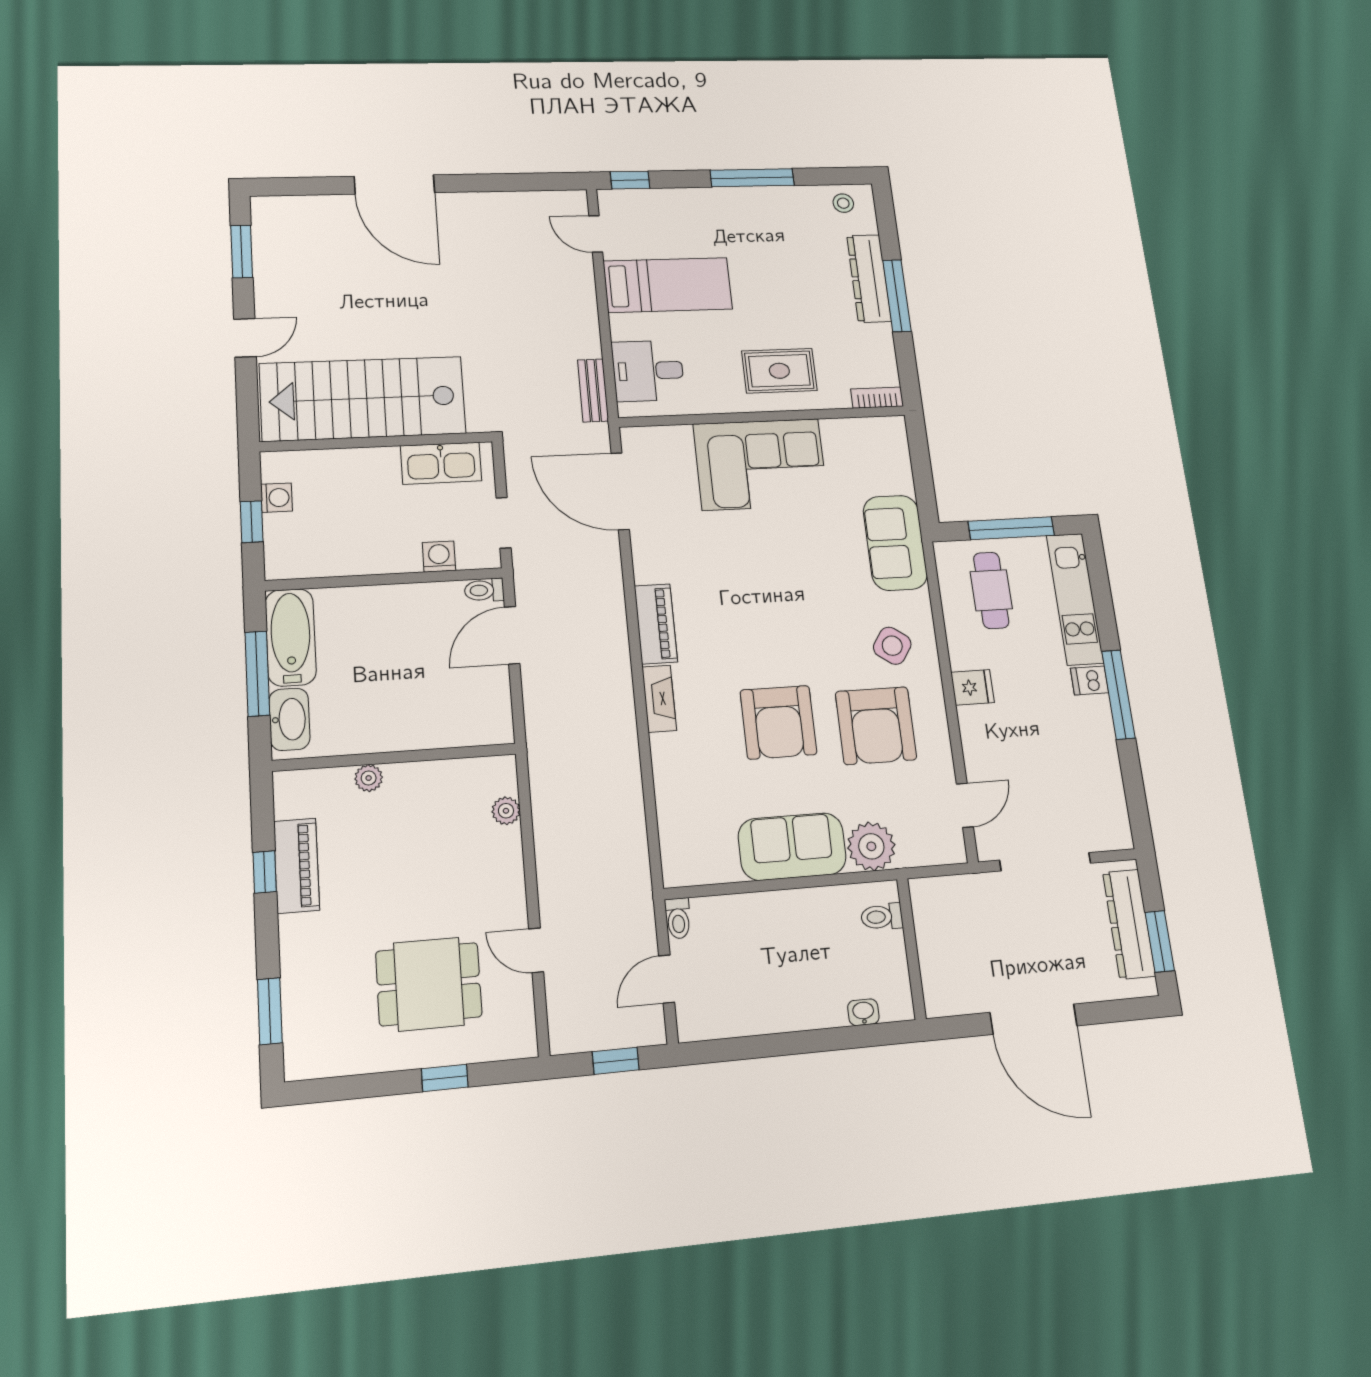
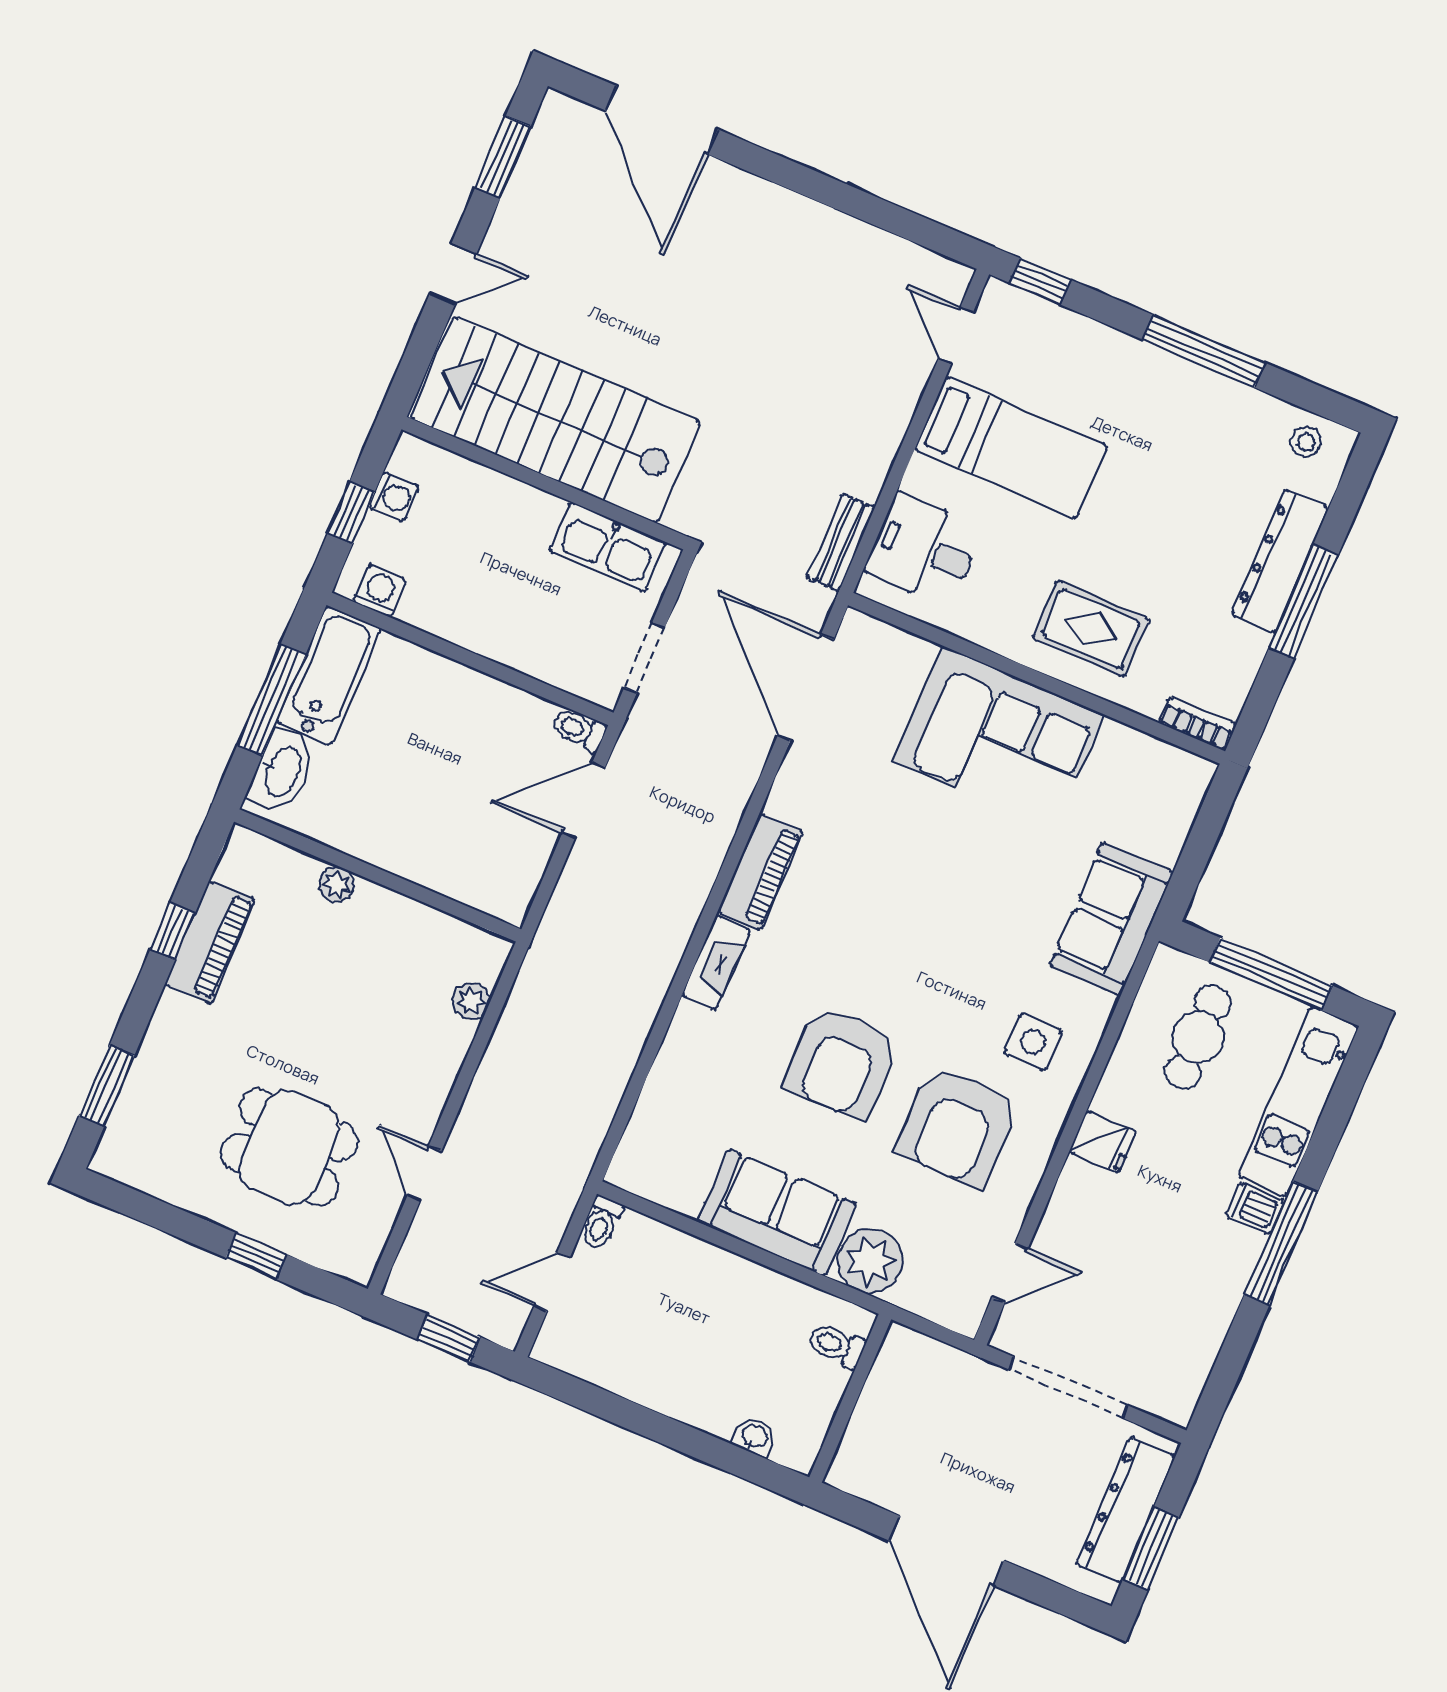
door: (394, 185) -> (662, 120), moved
washing machine: (439, 557) -> (380, 591), moved
side table: (892, 646) -> (1033, 1042), turned -35

